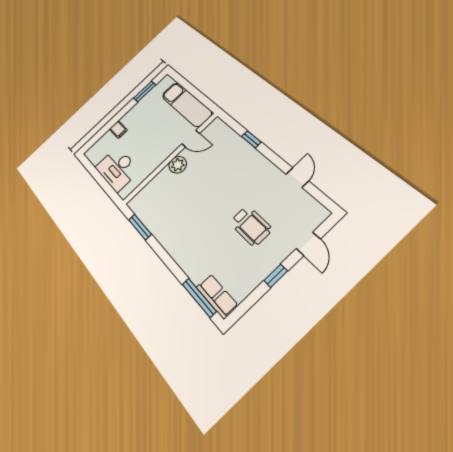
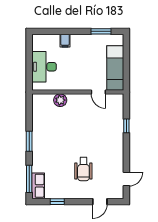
plant: (178, 165) -> (60, 100), moved
door: (297, 178) -> (126, 179), moved
window: (140, 227) -> (29, 141), moved
window: (276, 276) -> (57, 202), moved

